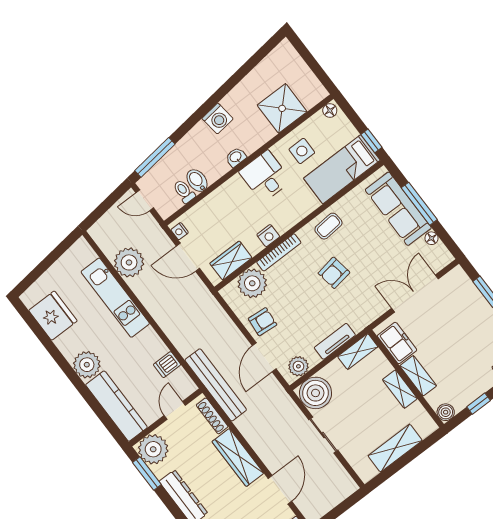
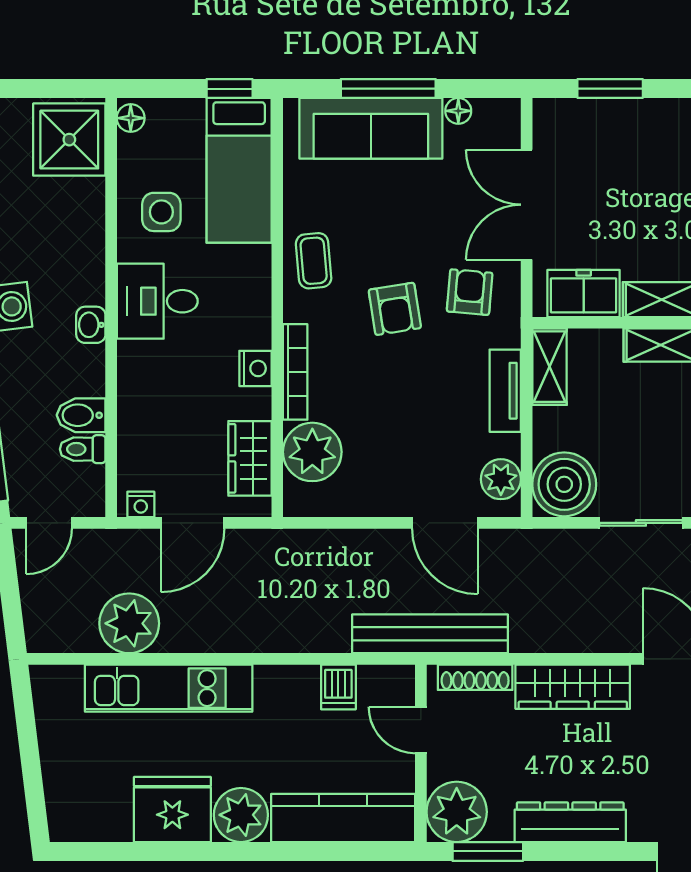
shower: (282, 108) -> (69, 140), moved
fridge: (53, 316) -> (172, 809), moved
armchair: (262, 322) -> (470, 292), moved

